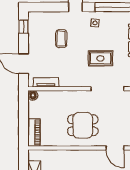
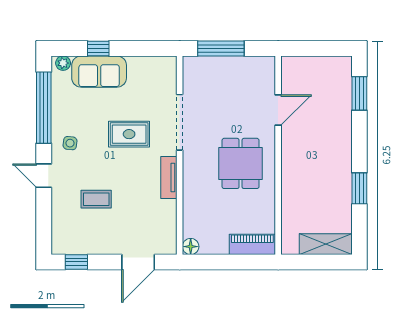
rug: (100, 58) -> (129, 134), turned 90
tv unit: (46, 82) -> (169, 178), moved

